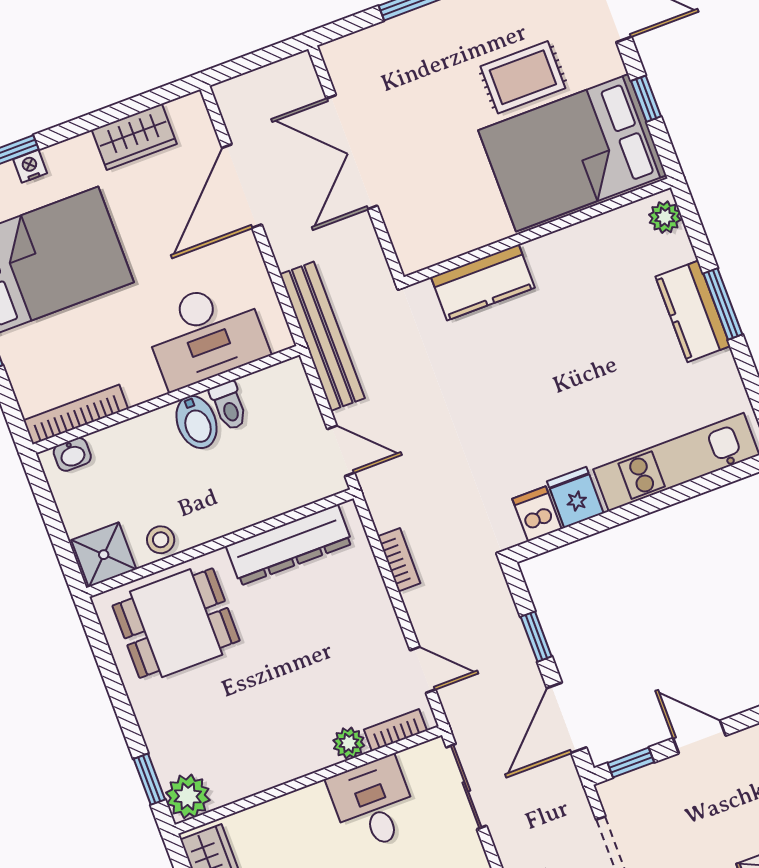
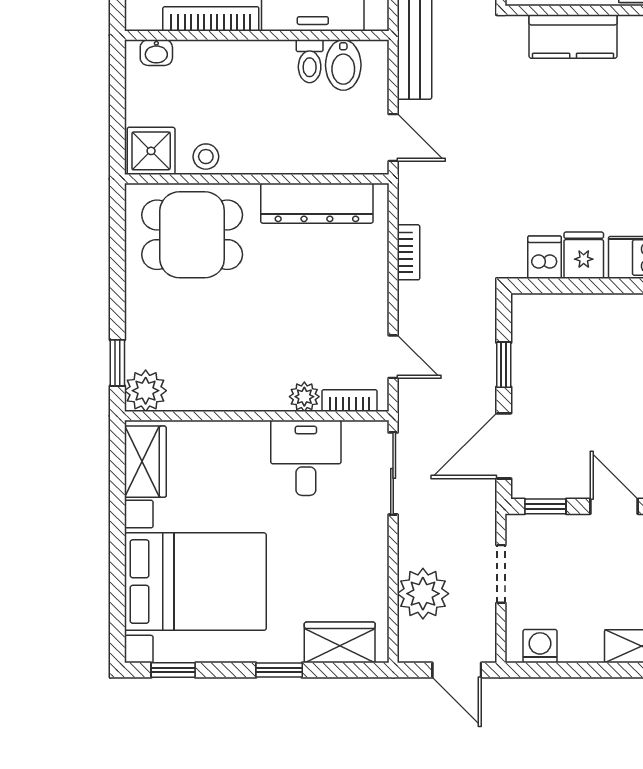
bookcase: (76, 415) -> (211, 19), moved
bidet: (197, 422) -> (343, 65), moved

